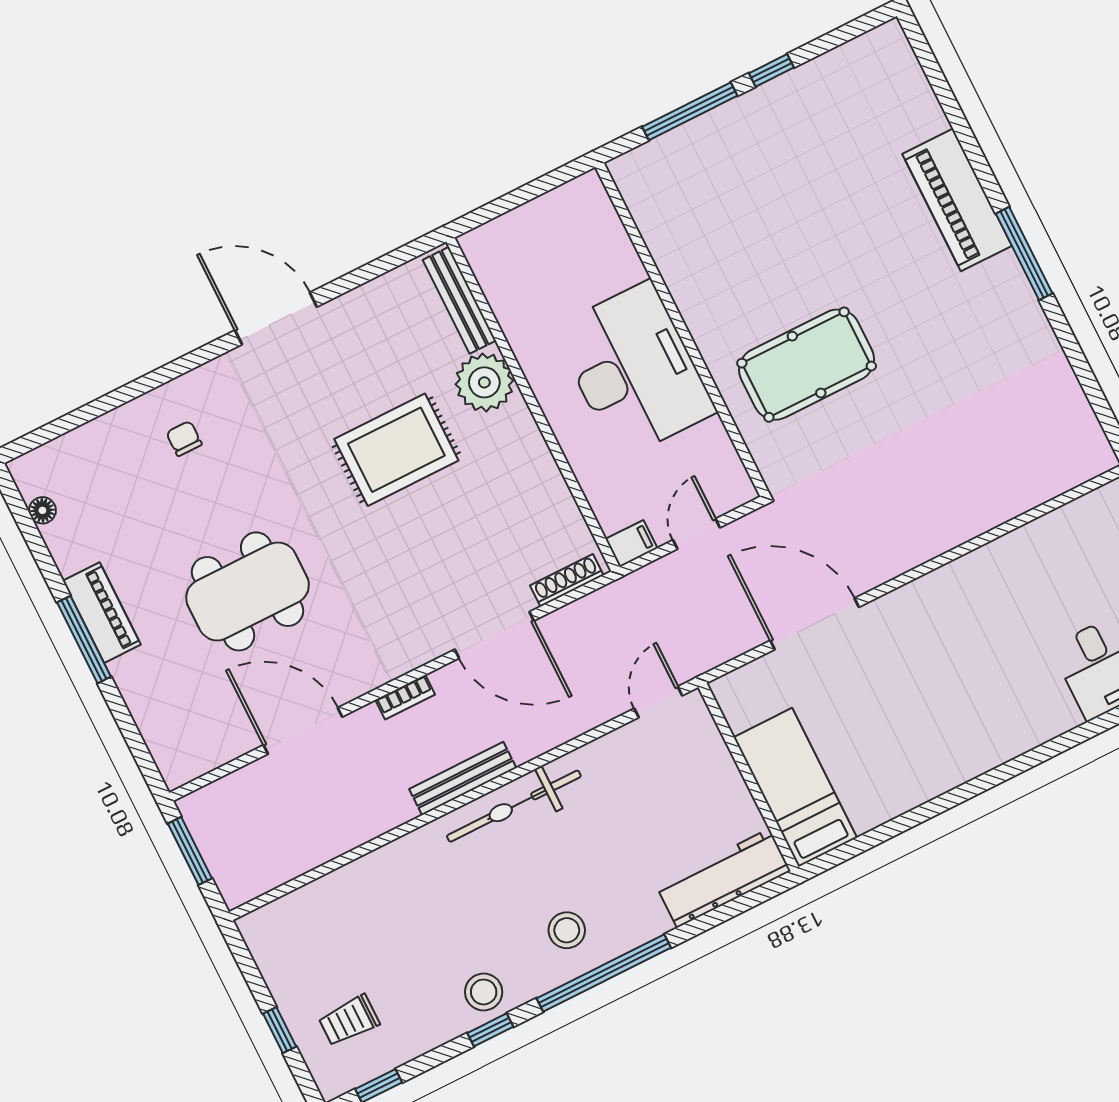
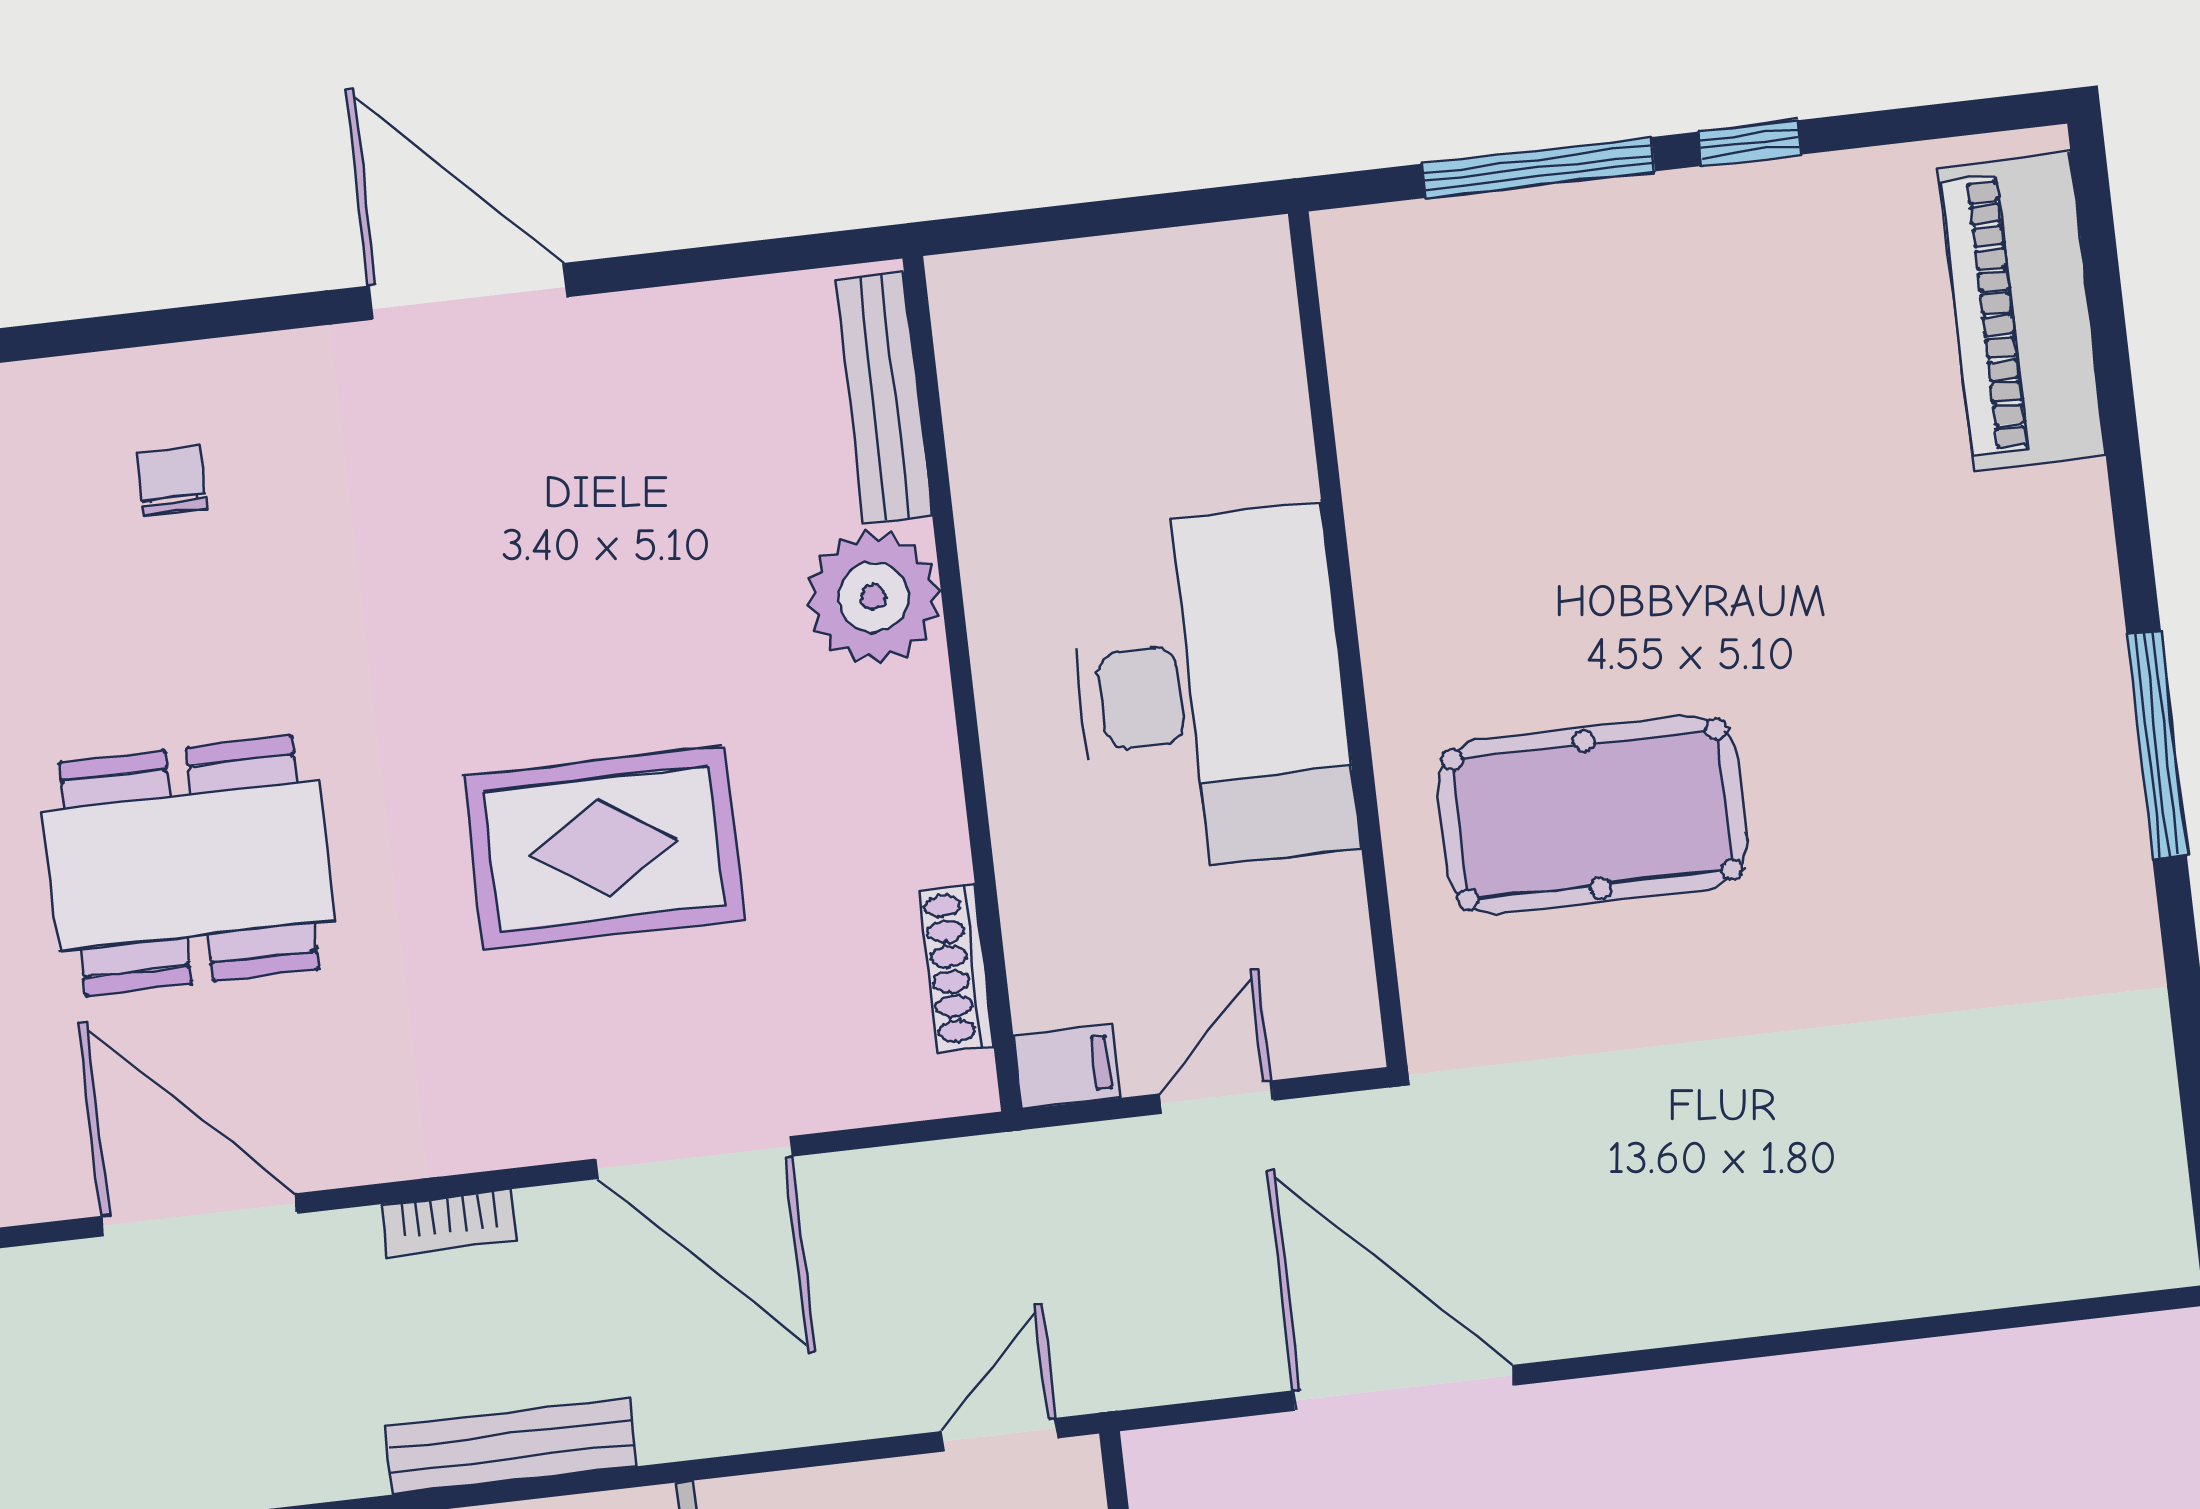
piano: (957, 200) -> (2022, 312), moved
rug: (396, 450) -> (604, 848), moved
shoe rack: (567, 580) -> (957, 968), moved, turned -90

